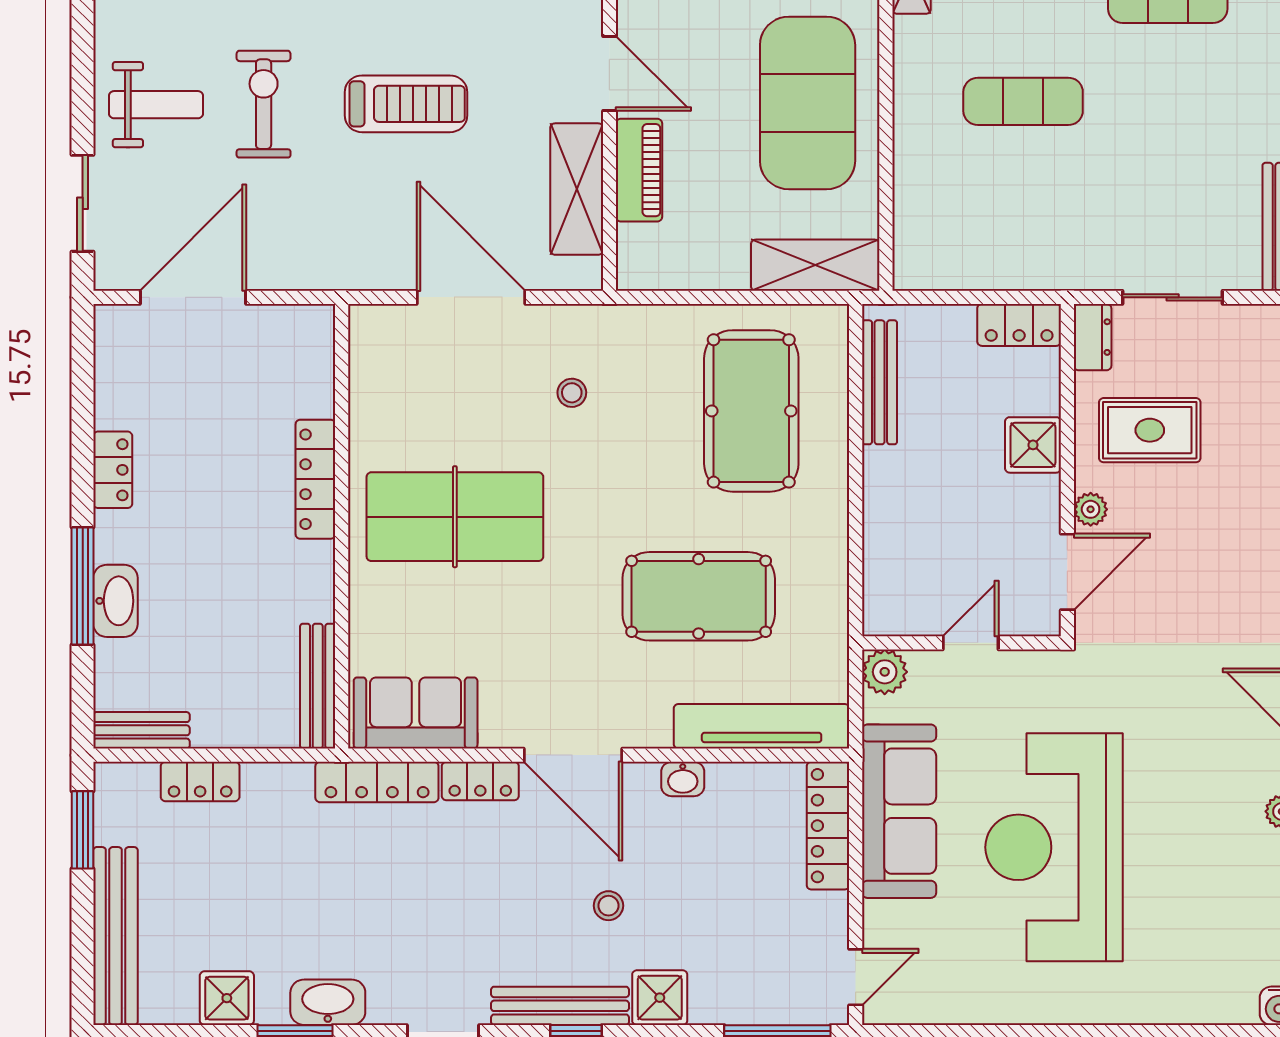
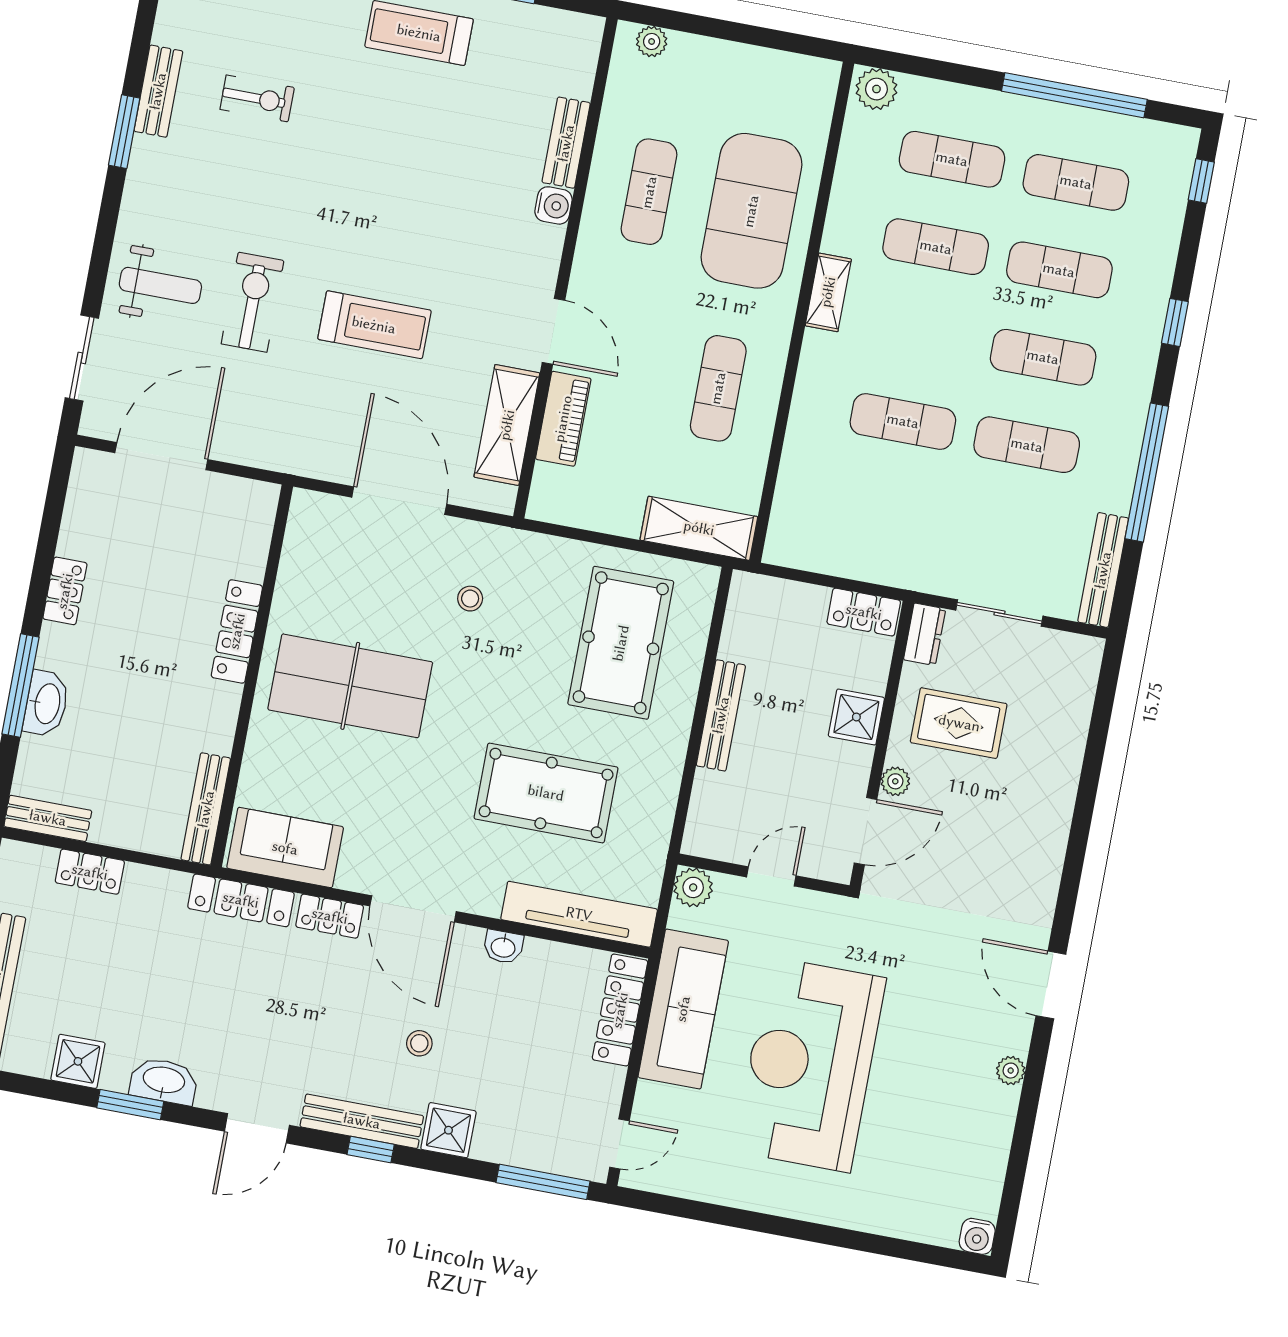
exercise mat: (1168, 101) -> (1027, 445), added
exercise mat: (808, 103) -> (718, 388), width x0.50, depth x0.69
bench: (880, 382) -> (721, 715), moved

